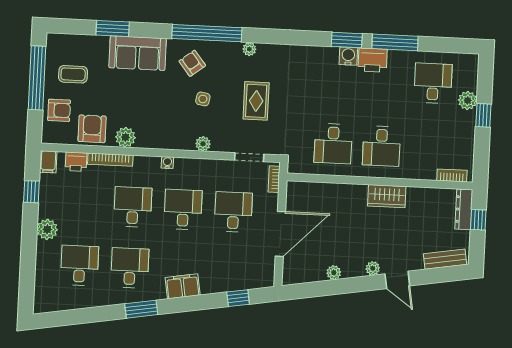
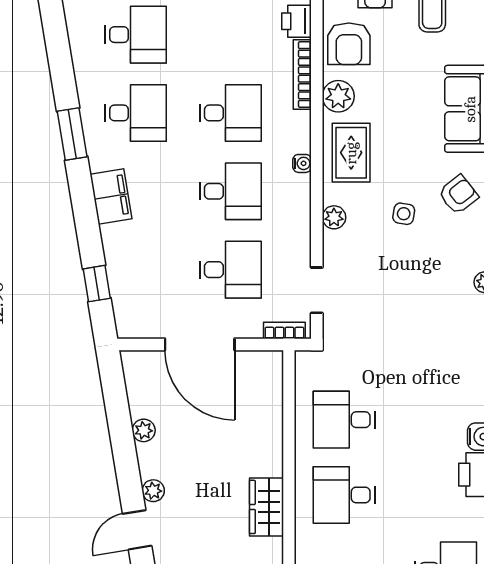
rug: (256, 101) -> (351, 153), moved, turned 90
armchair: (92, 129) -> (349, 44), turned 90

